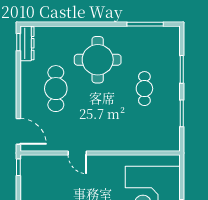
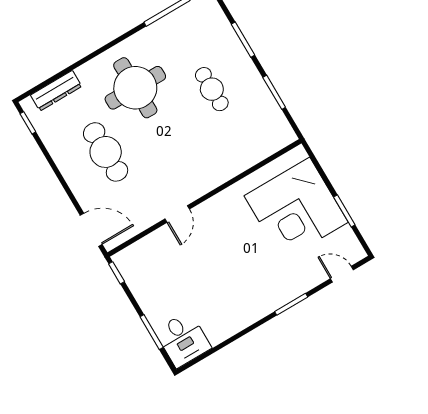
dresser: (27, 43) -> (56, 91), moved, turned 90
door: (77, 153) -> (177, 214), hinge flipped

